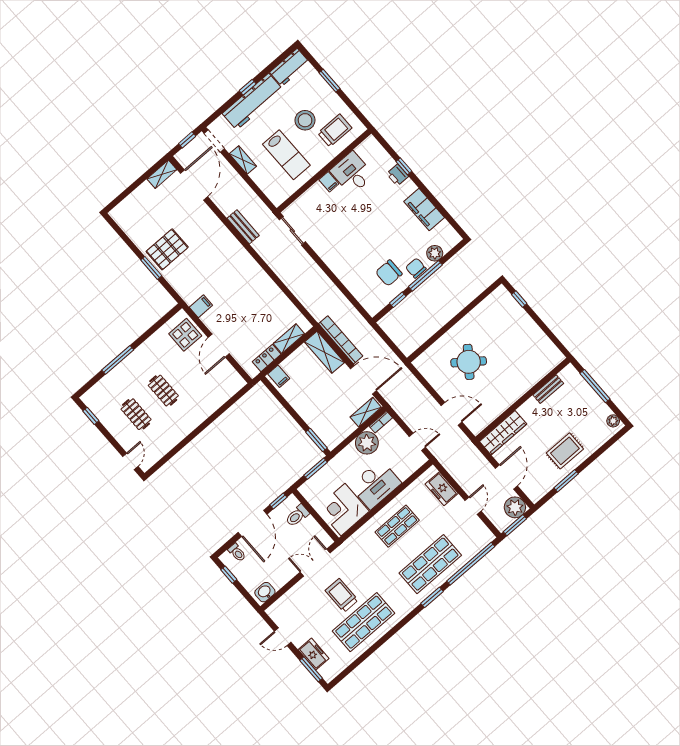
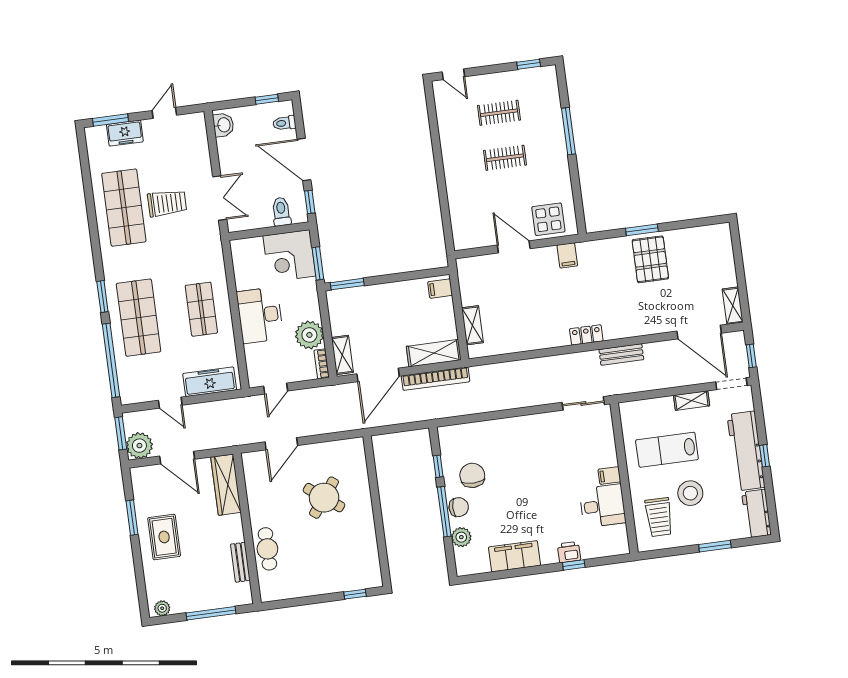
locker: (267, 358) -> (586, 335), moved, turned -90
cafe table: (528, 377) -> (267, 549), added
freezer: (442, 489) -> (210, 382), width x1.40
corner desk: (343, 510) -> (289, 256), moved, turned 180

